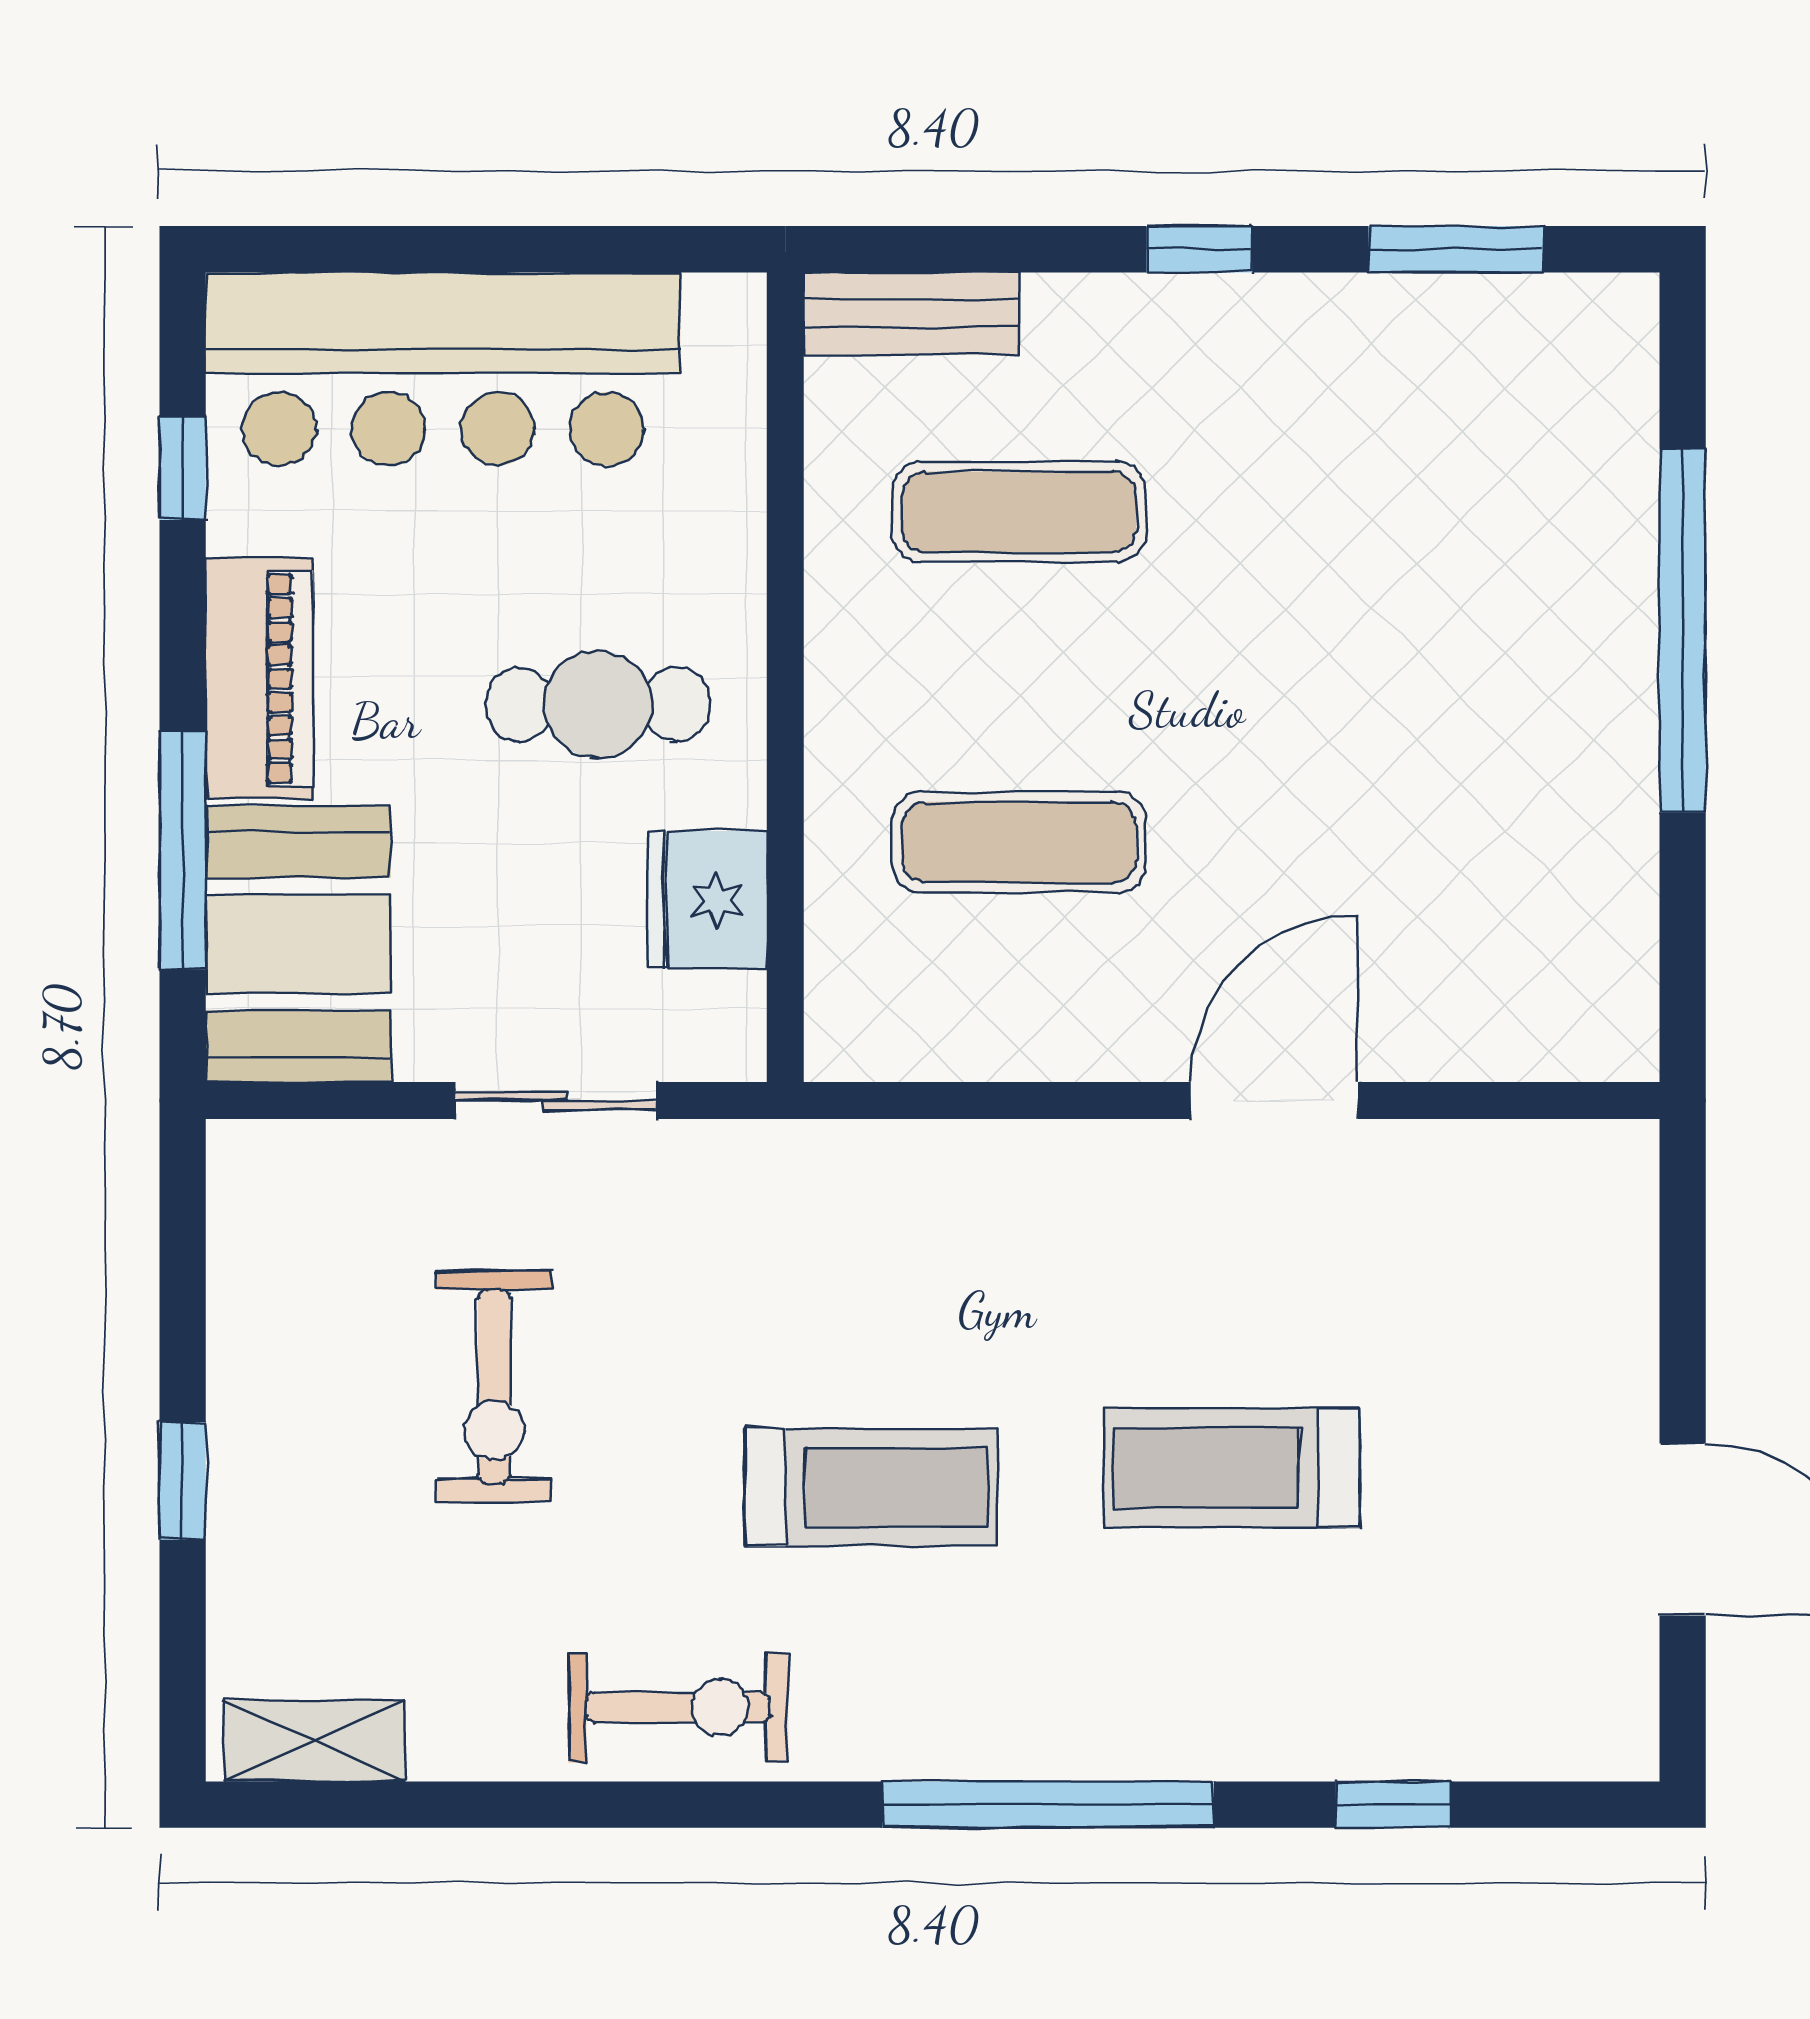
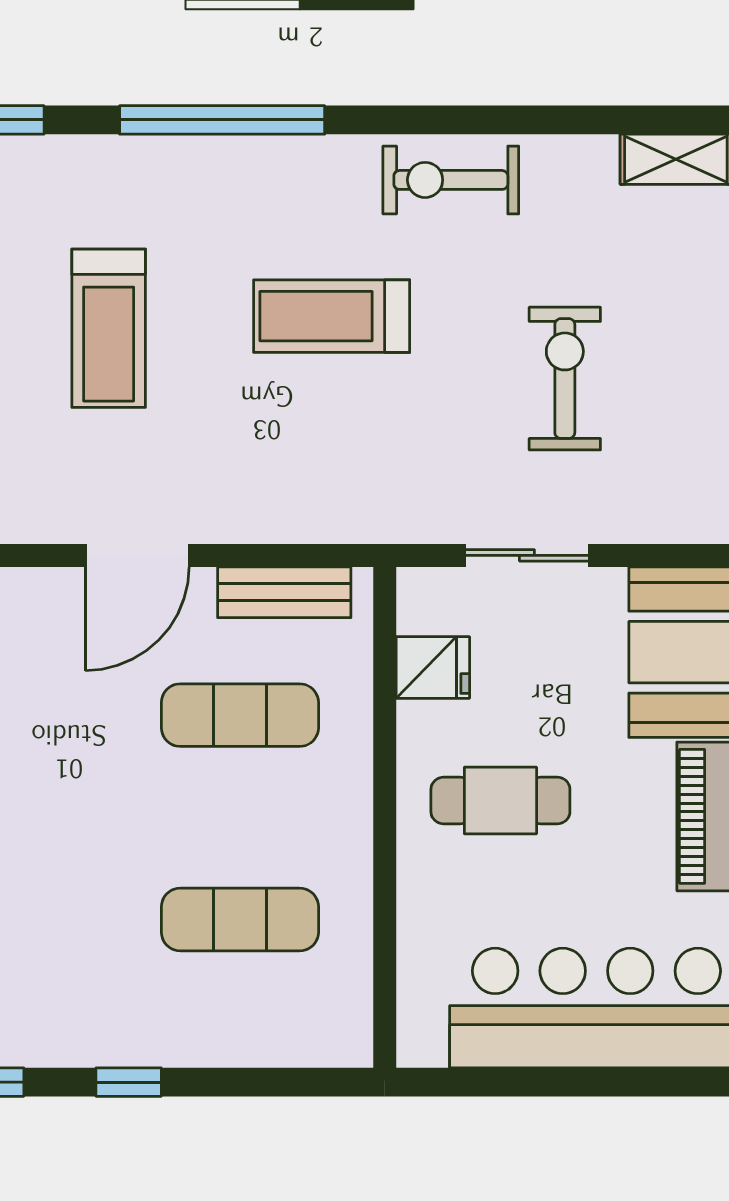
bench: (912, 313) -> (284, 592), moved
fridge: (707, 900) -> (433, 668), width x0.72
door: (1274, 1101) -> (137, 555), moved
treadmill: (1231, 1468) -> (109, 328), turned 90

